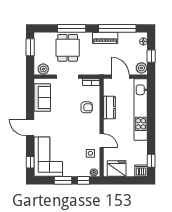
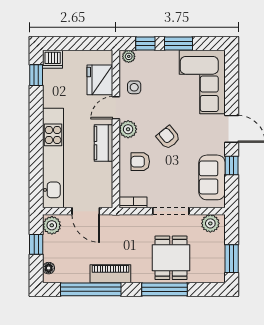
kitchen counter: (109, 108) -> (104, 143), moved
armchair: (69, 122) -> (168, 137), added
plant: (94, 127) -> (128, 129), added
door: (102, 141) -> (116, 108), hinge flipped
window: (30, 162) -> (232, 166), moved
fridge: (117, 168) -> (100, 80), moved, turned 90

